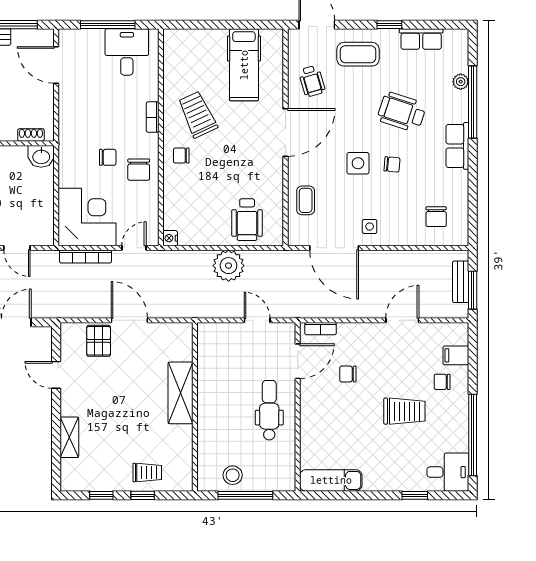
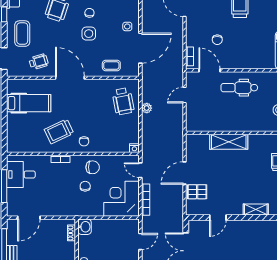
wheelchair: (247, 220) -> (123, 101), turned 79
plant: (229, 266) -> (147, 108), width x0.53, depth x0.53

